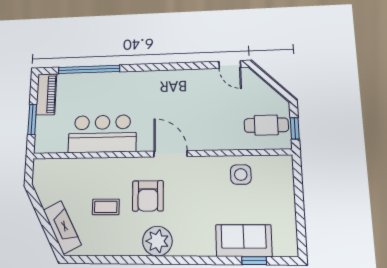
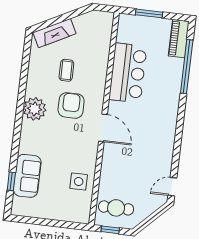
piano: (46, 94) -> (179, 39), moved, turned 90
cafe table: (266, 125) -> (116, 208), turned 90
door: (171, 154) -> (103, 128), hinge flipped
armchair: (148, 196) -> (71, 105), turned 90

